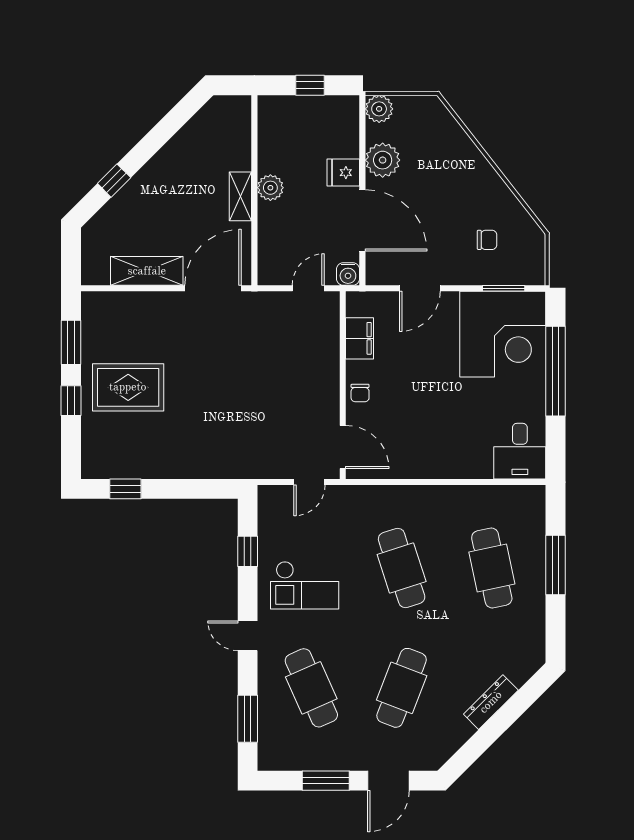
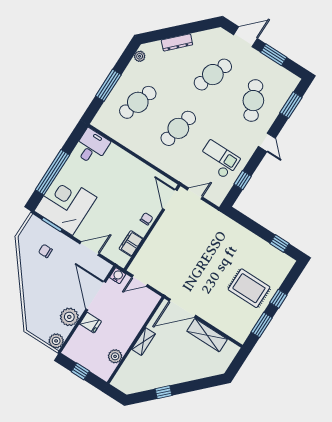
window: (114, 181) -> (163, 392), moved
plant: (270, 188) -> (115, 356), moved
cafe table: (402, 568) -> (178, 128), turned 30
cafe table: (492, 568) -> (138, 102), turned 30
checkout: (305, 585) -> (219, 160), moved
plant: (536, 642) -> (140, 56), added

